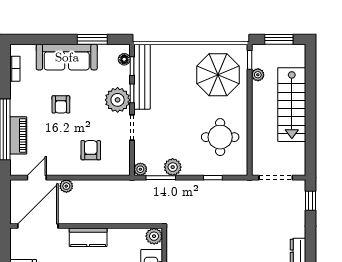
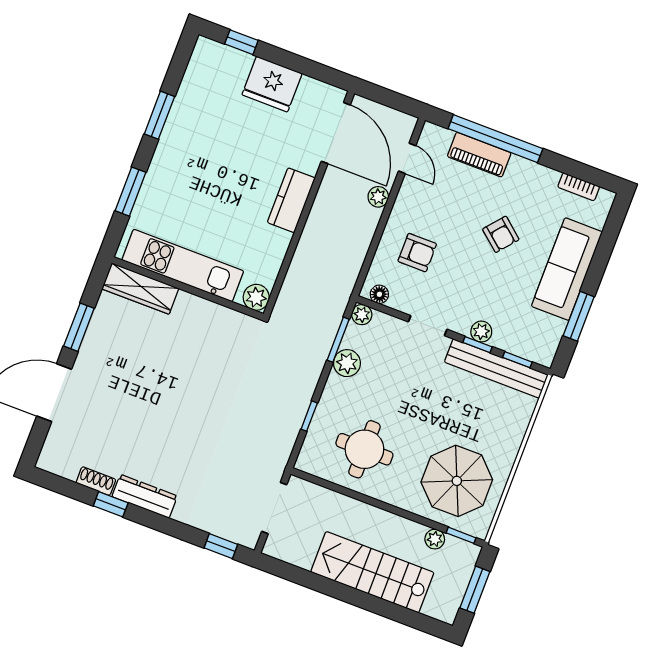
floor lamp: (124, 59) -> (379, 294), moved
plant: (118, 100) -> (481, 332), width x0.53, depth x0.53
armchair: (61, 104) -> (501, 234), turned -140

